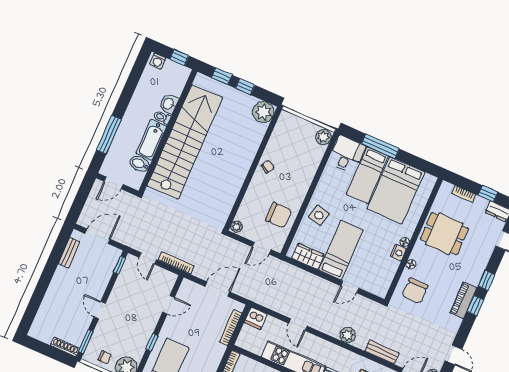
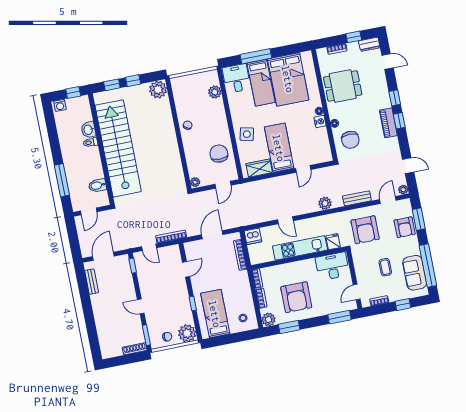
plant: (323, 137) -> (215, 92), moved
bathtub: (152, 140) -> (94, 163), removed
chair: (279, 215) -> (219, 154), turned -90

